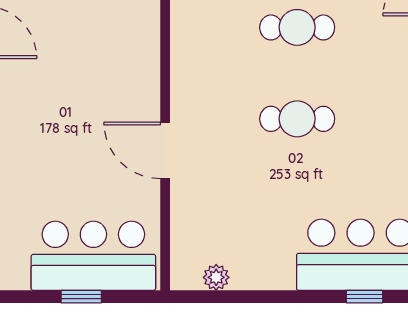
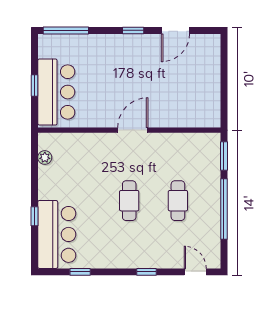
door: (165, 150) -> (133, 130), moved
window: (364, 297) -> (34, 216), moved

